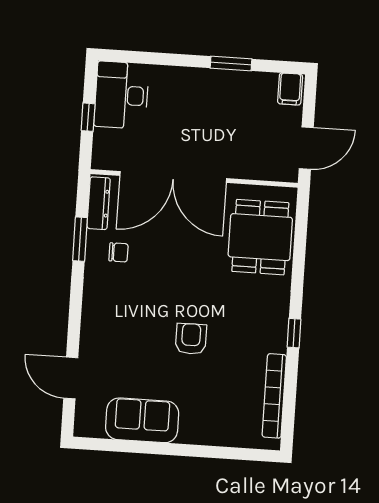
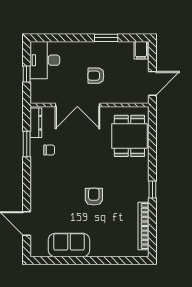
armchair: (209, 128) -> (96, 76), added
double door: (173, 177) -> (77, 105), width x0.73

